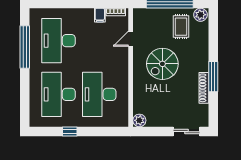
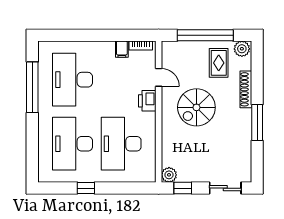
door: (131, 39) -> (159, 77), swing flipped
printer: (121, 58) -> (147, 101), added
shoe rack: (204, 88) -> (246, 89), moved
window: (151, 132) -> (183, 188), added

